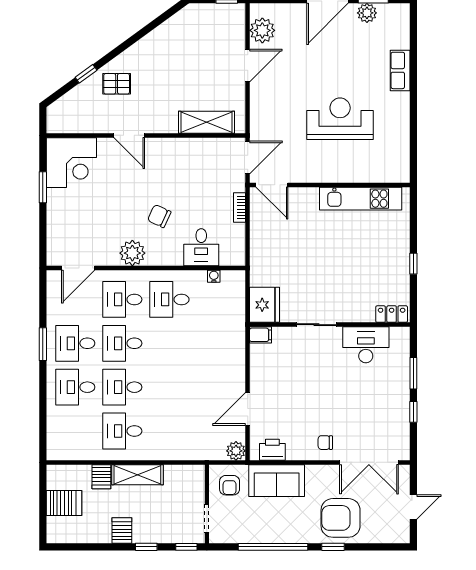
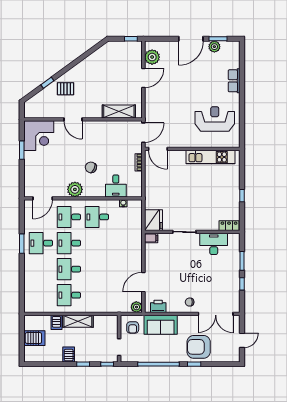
reception desk: (340, 119) -> (215, 119), moved
desk: (75, 387) -> (41, 269), removed

